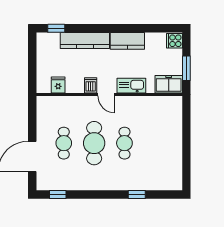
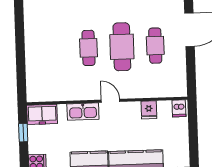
window: (186, 68) -> (23, 133), width x0.67
fridge: (58, 85) -> (149, 110), moved
dishwasher: (91, 85) -> (179, 108), moved

